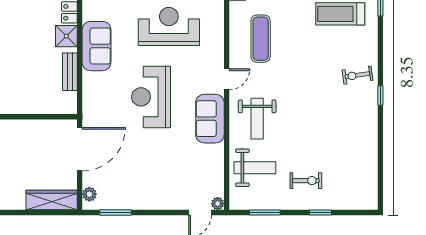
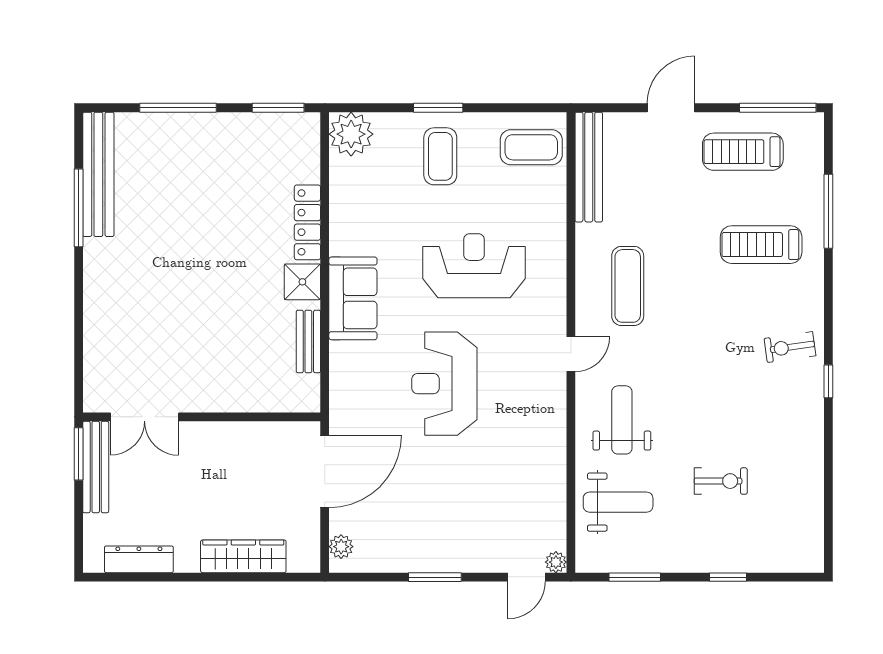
sofa: (210, 119) -> (543, 420), removed
weight bench: (257, 119) -> (622, 420), turned 180
exercise bike: (306, 181) -> (721, 481), moved
wardrobe: (52, 200) -> (243, 556), moved
window: (116, 212) -> (435, 577), moved

